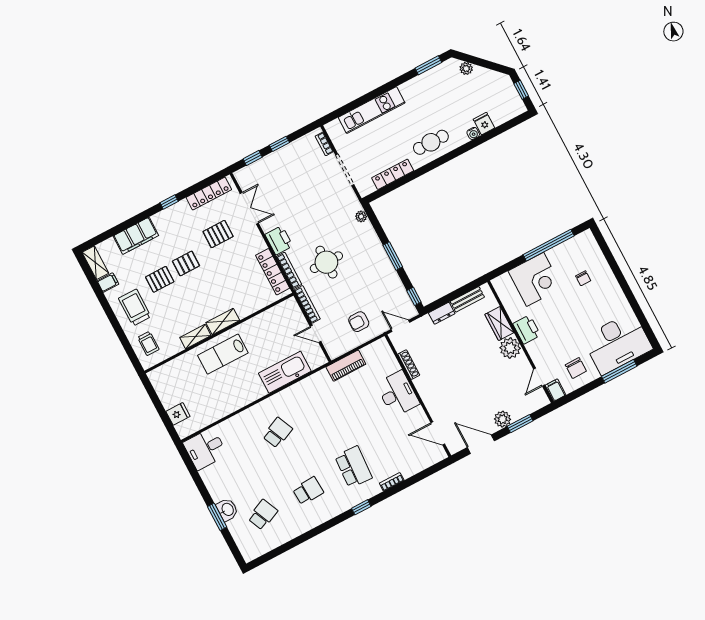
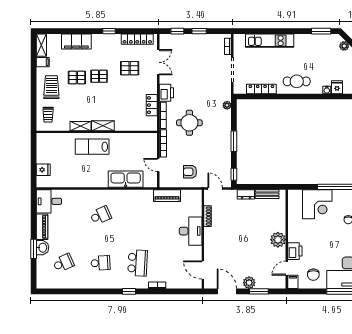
locker: (273, 272) -> (152, 105), width x0.66
wardrobe: (499, 324) -> (279, 220), removed
printer: (527, 329) -> (295, 251), moved
piano: (213, 484) -> (42, 227), added

